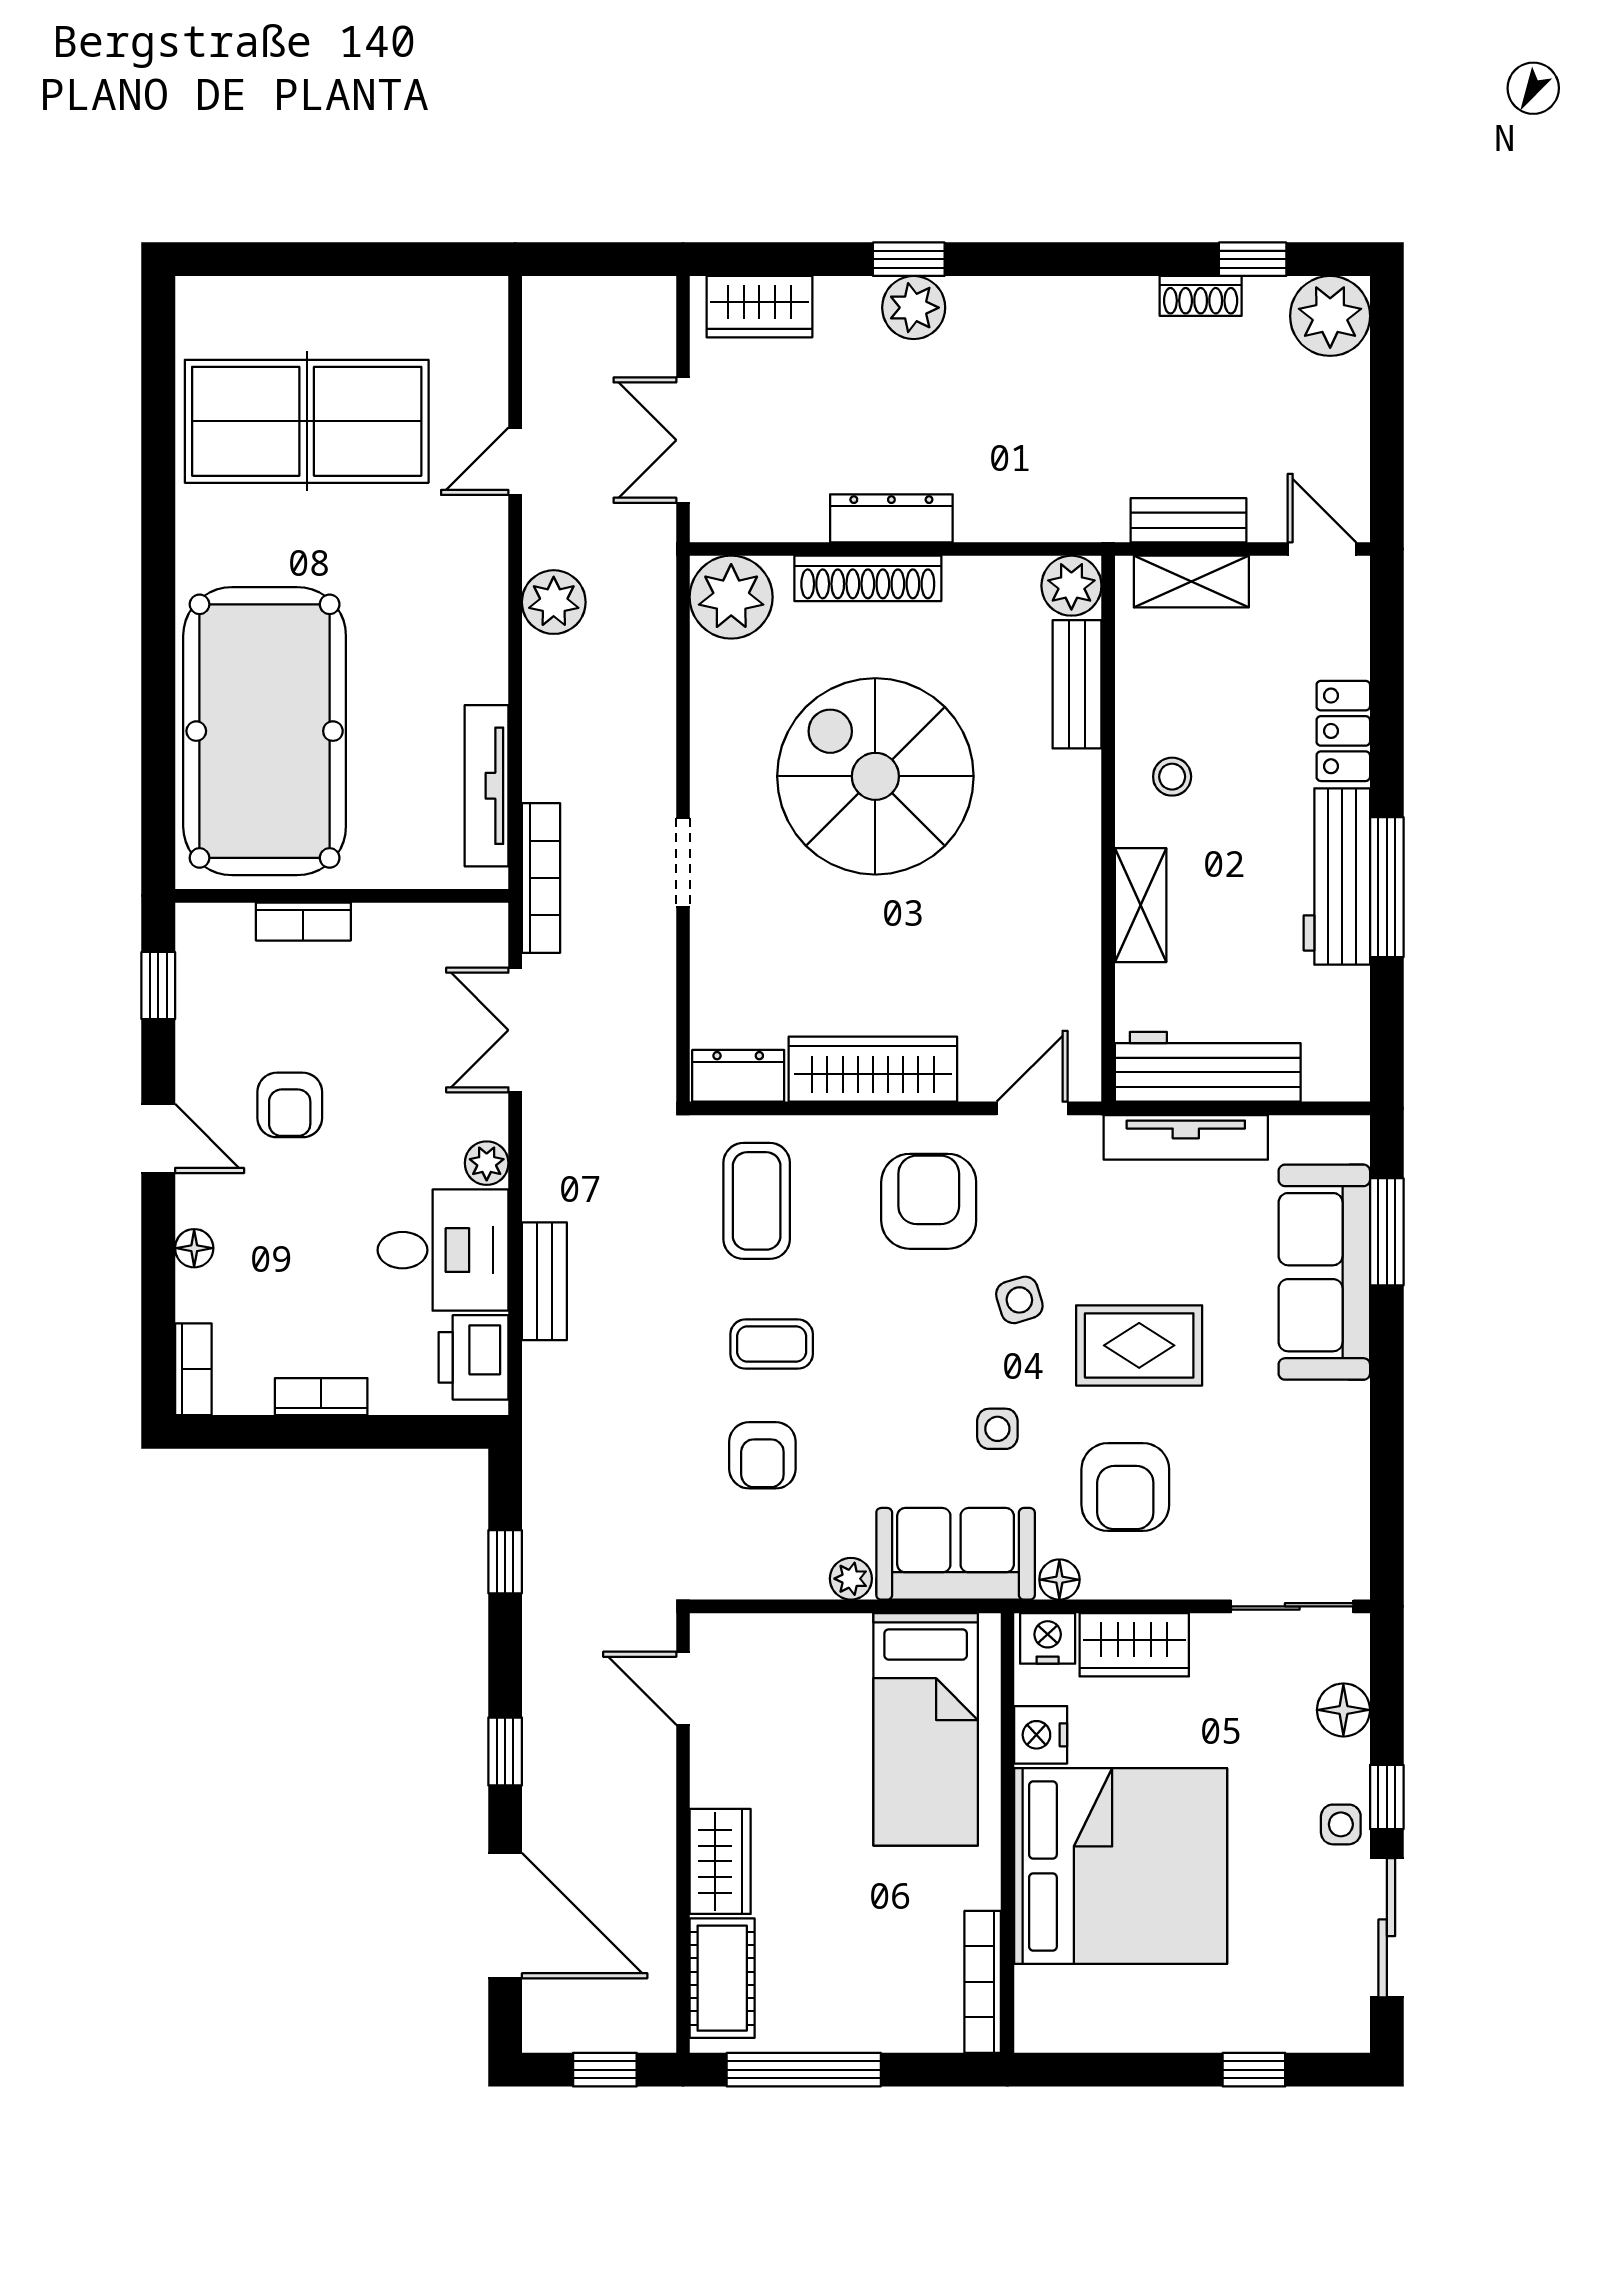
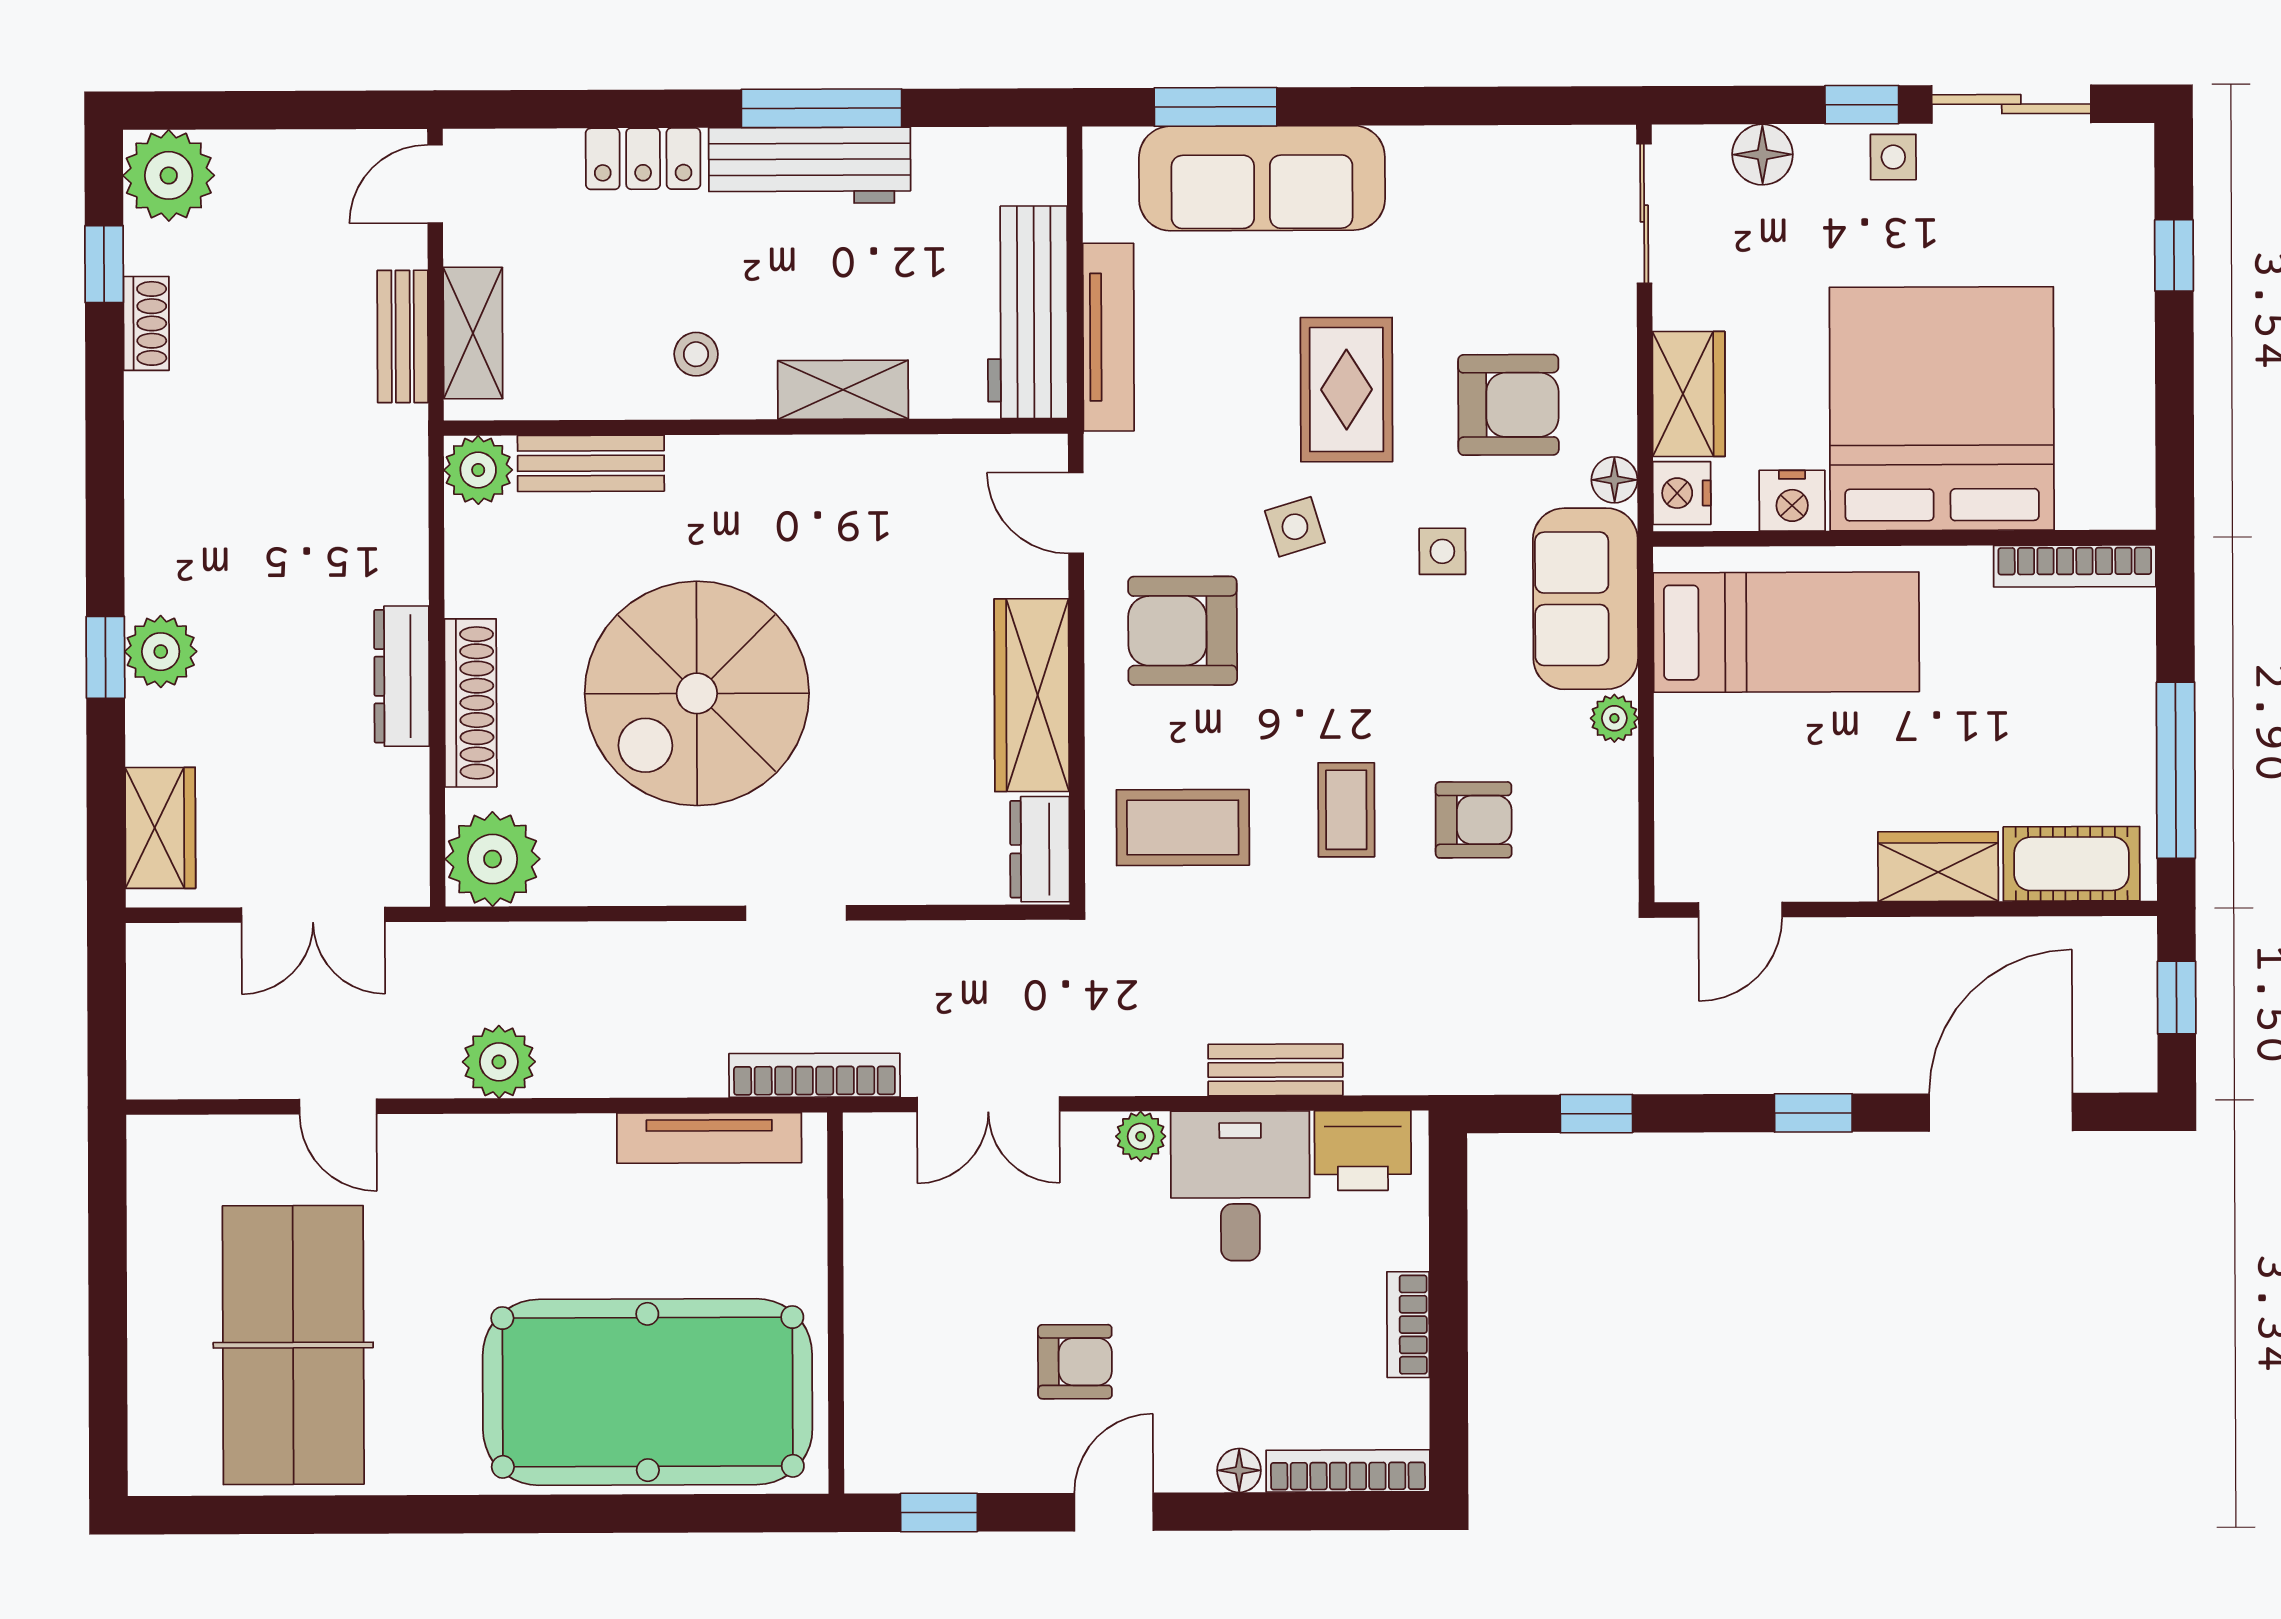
bookcase: (303, 922) -> (865, 1347), removed
bookcase: (193, 1369) -> (1348, 1471), width x1.56

